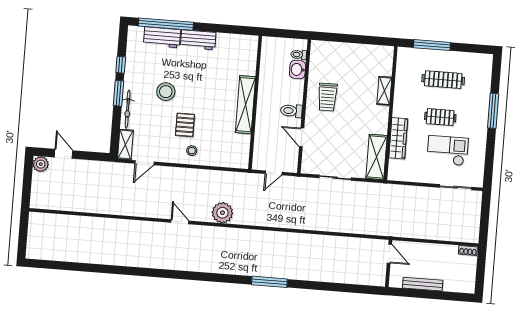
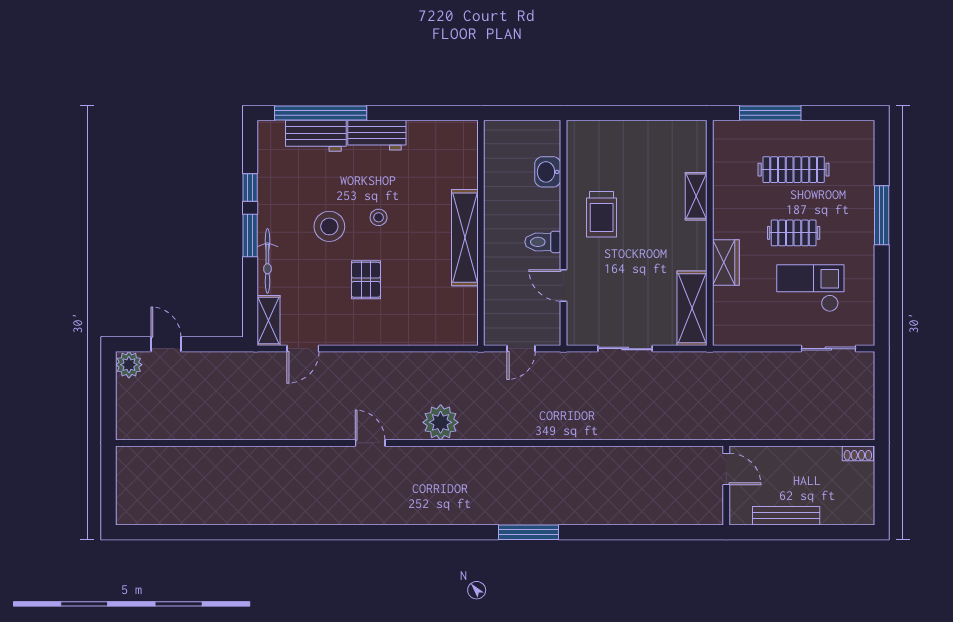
toilet: (299, 55) -> (548, 147), removed
wardrobe: (398, 138) -> (726, 262), width x0.67
stool: (192, 151) -> (379, 217), moved

